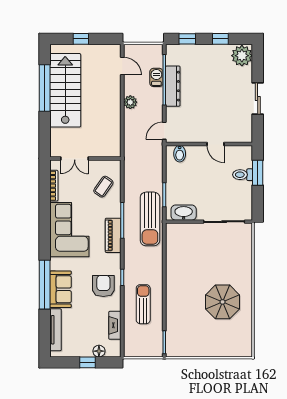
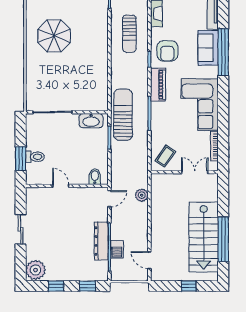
plant: (130, 102) -> (142, 195), moved
coffee table: (103, 187) -> (165, 156), moved
piano: (113, 235) -> (158, 85), moved

